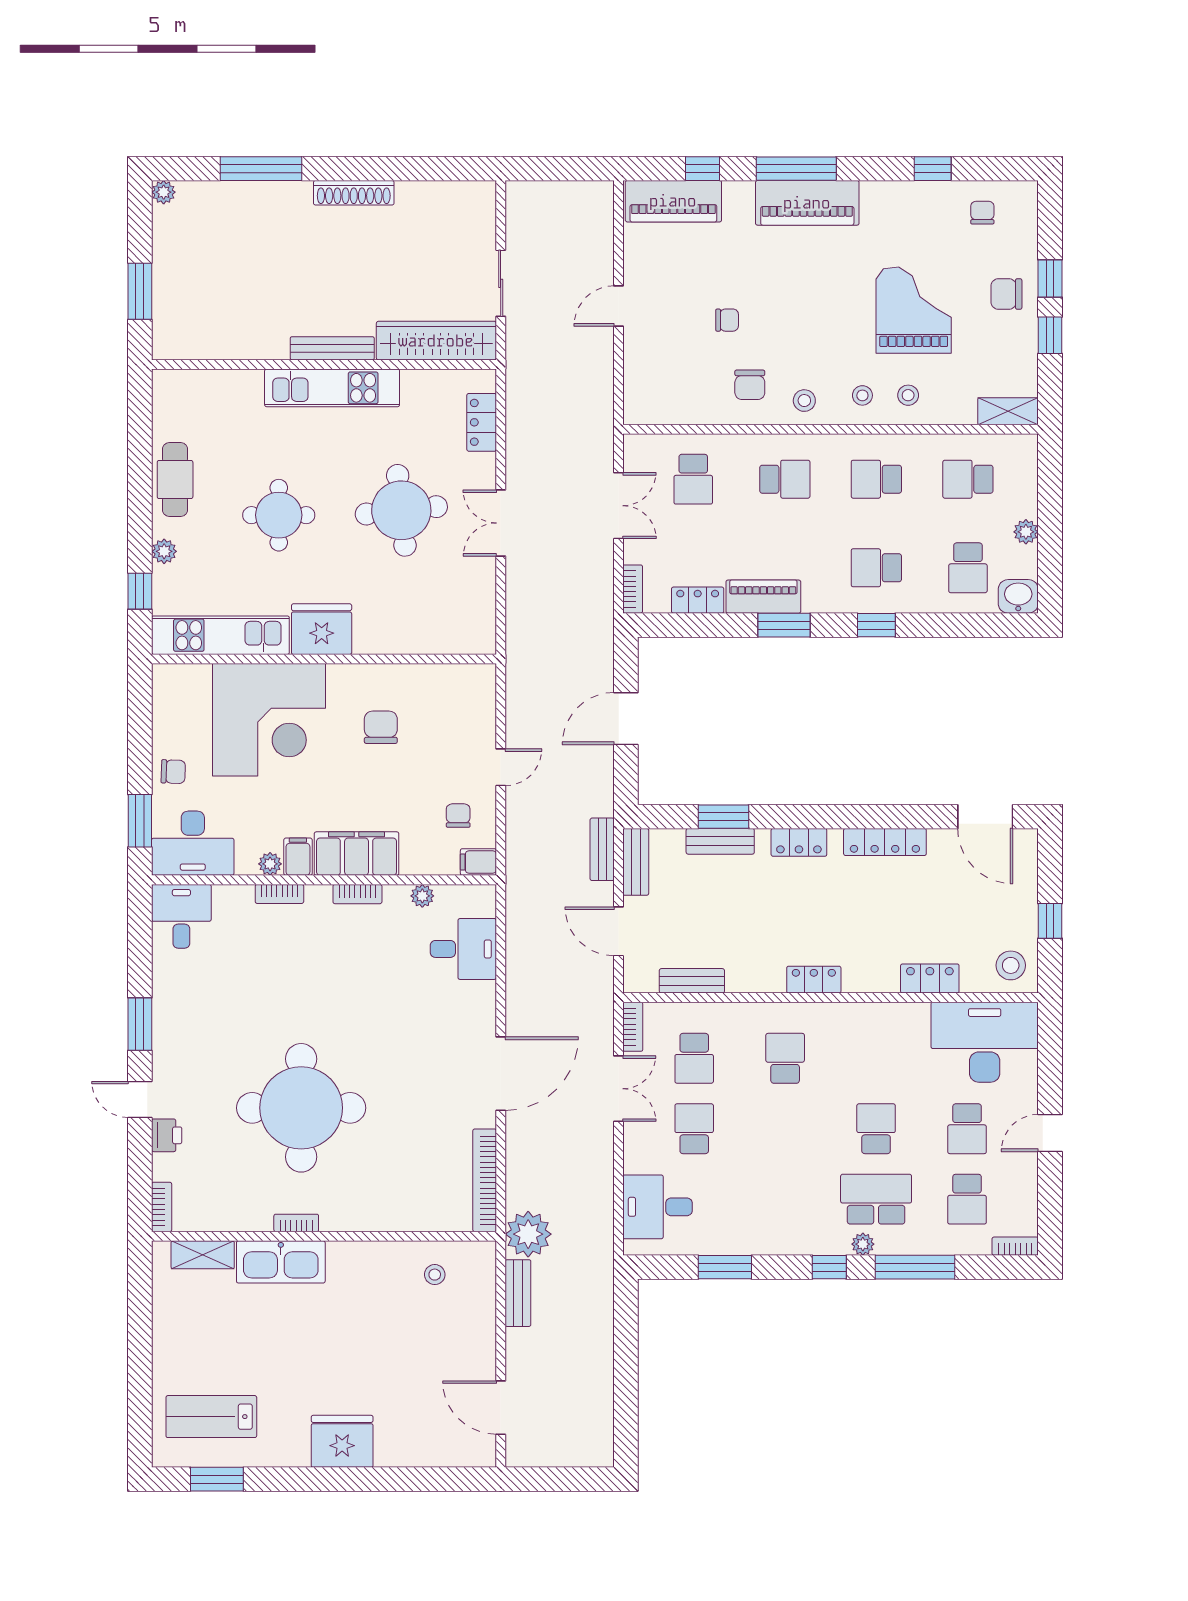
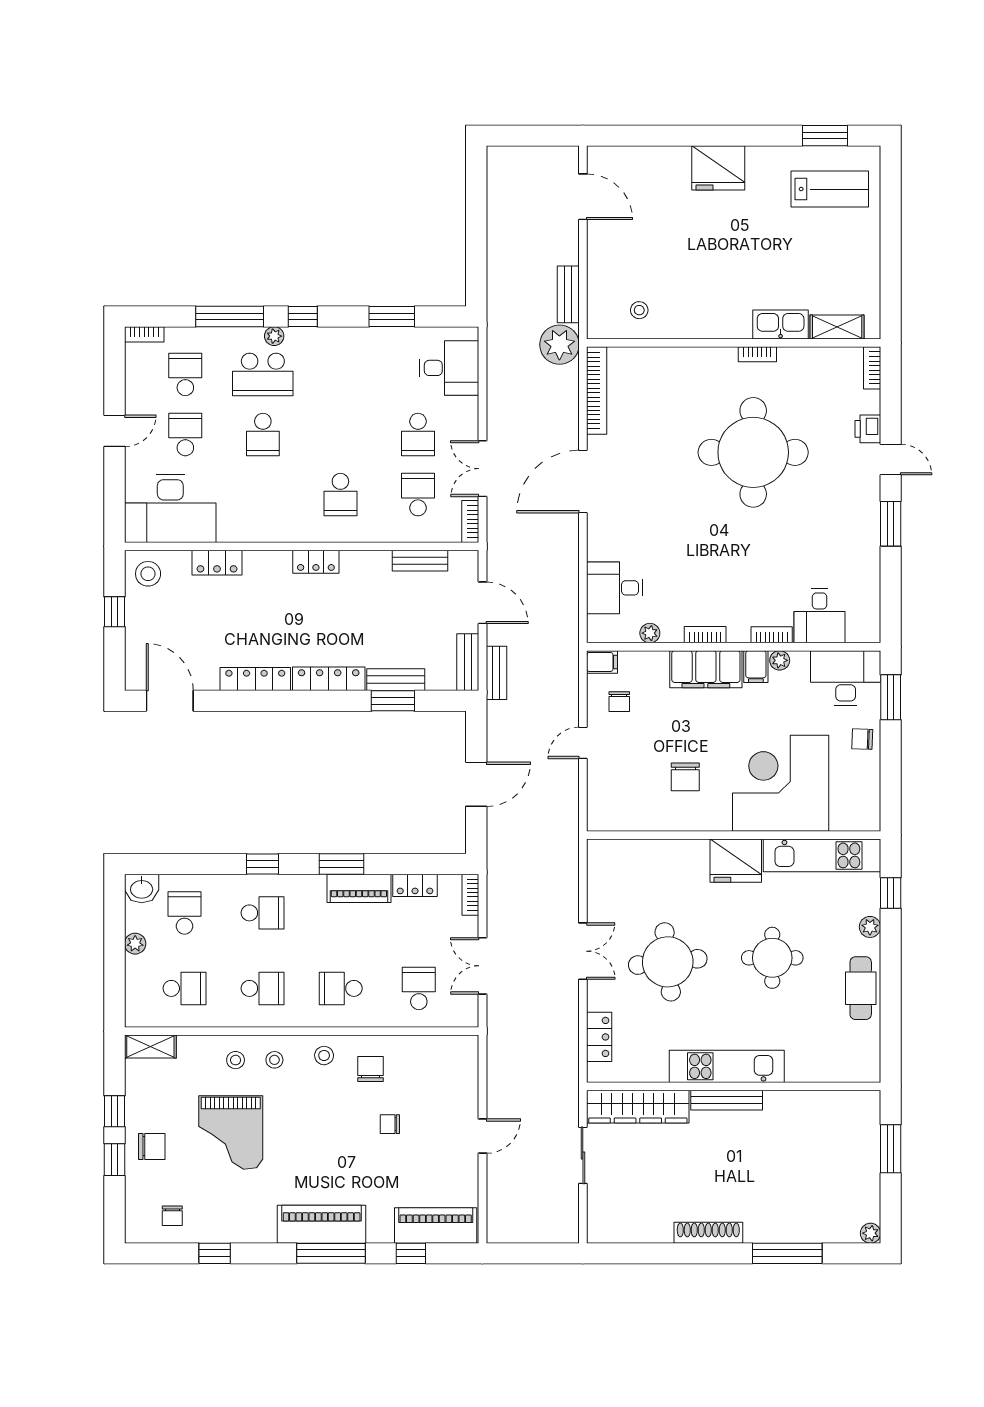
locker: (799, 842) -> (329, 679), width x1.53
desk: (181, 916) -> (820, 616), moved
kitchen sink: (281, 1262) -> (781, 324), width x0.73, depth x0.81

